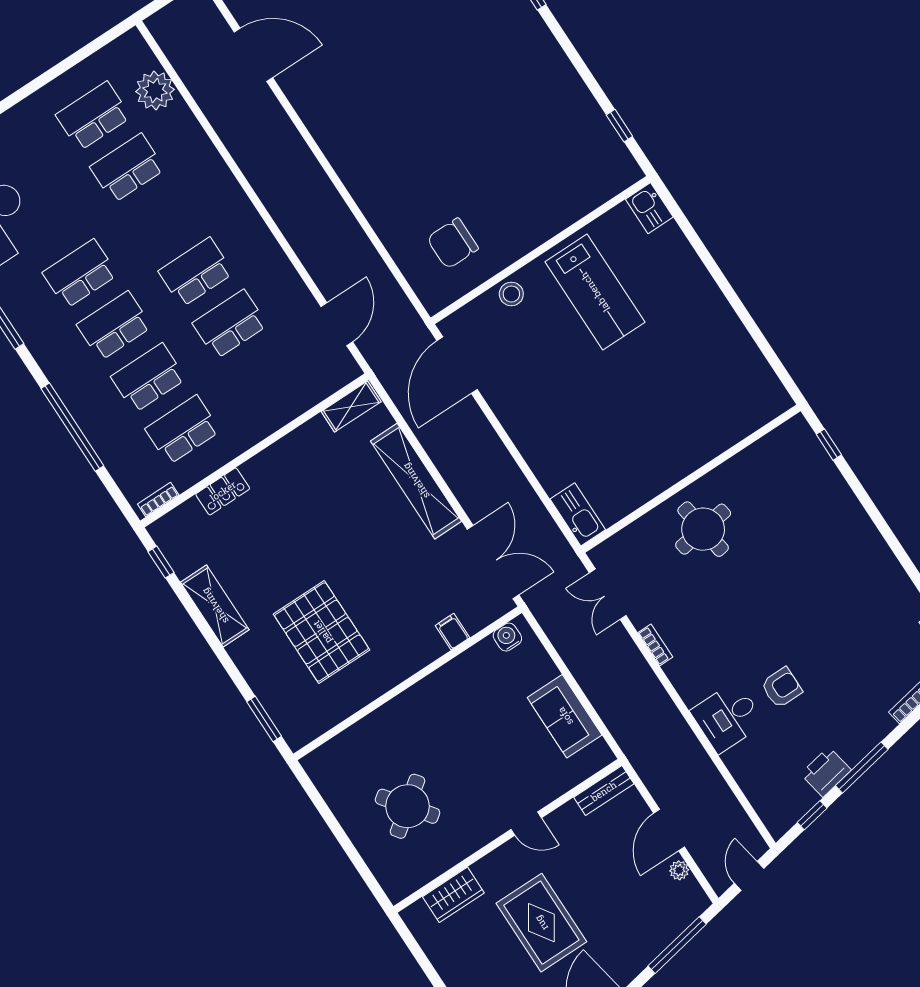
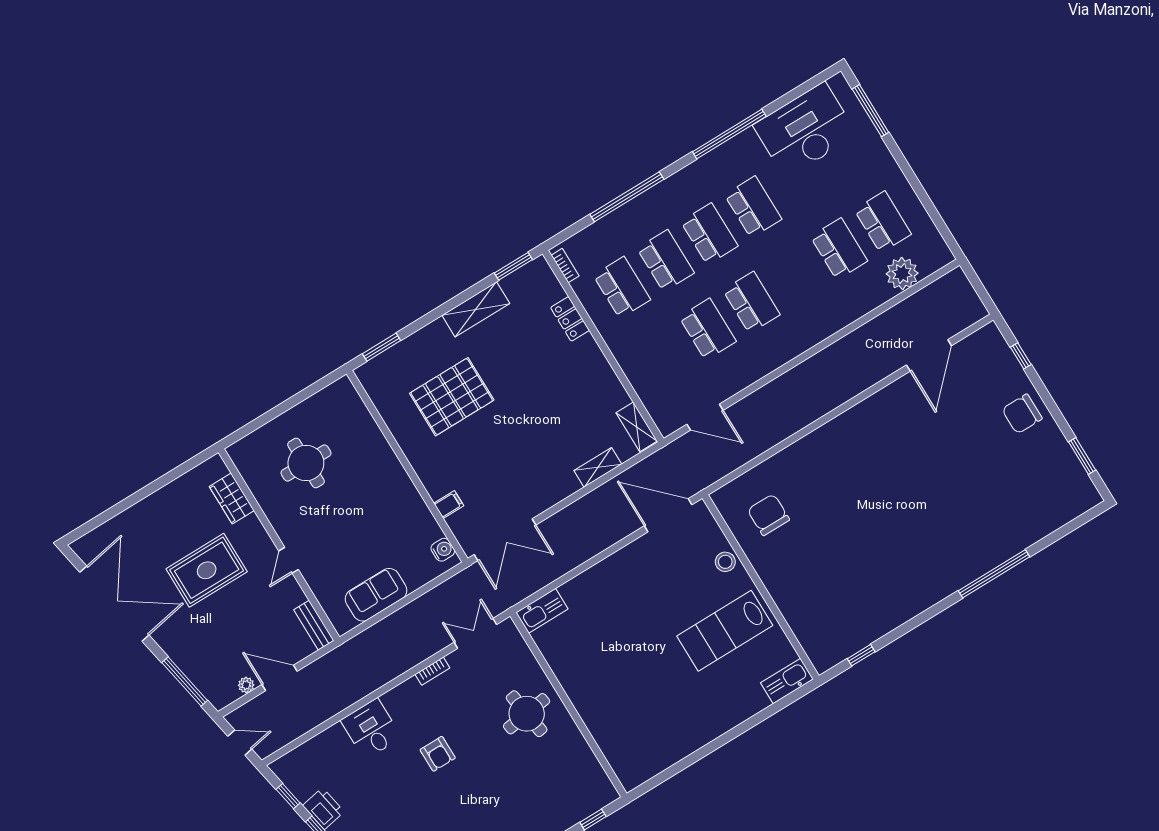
kitchen sink: (649, 208) -> (787, 681), width x1.38
shelving: (416, 481) -> (598, 467), width x0.45, depth x0.75
window: (161, 562) -> (513, 266), width x1.50
armchair: (781, 688) -> (438, 754), moved
round table: (408, 806) -> (306, 463), turned 37

